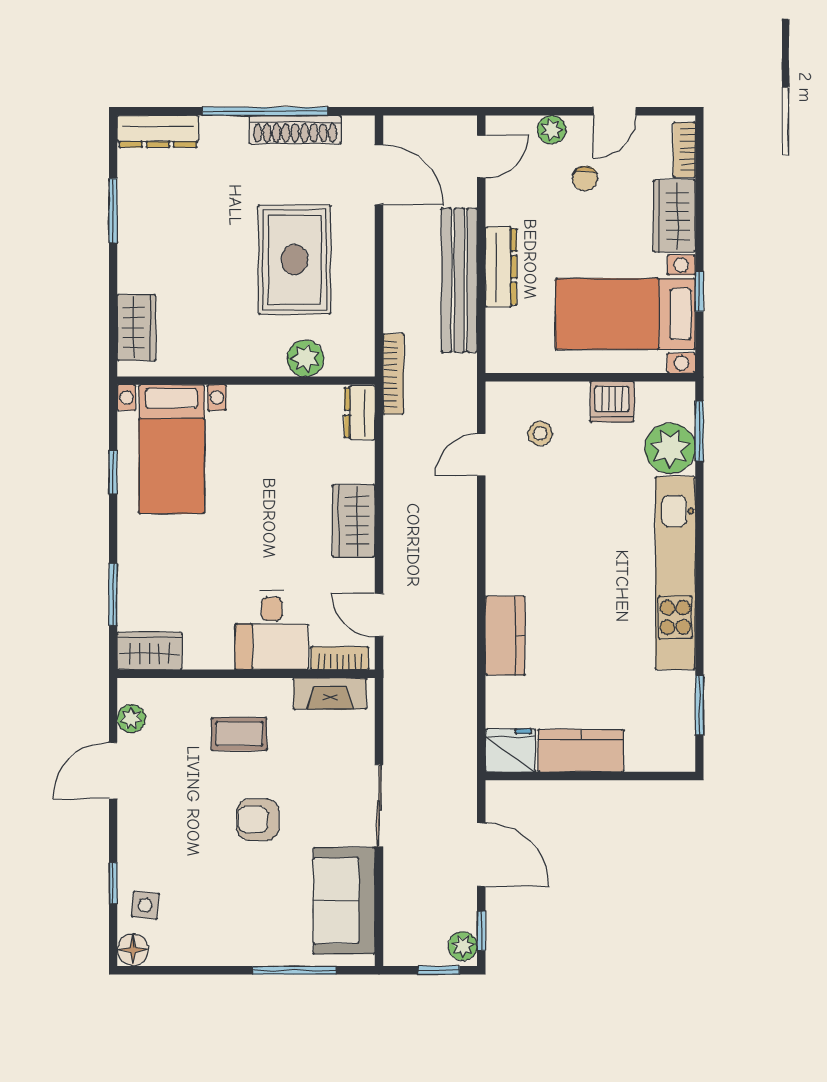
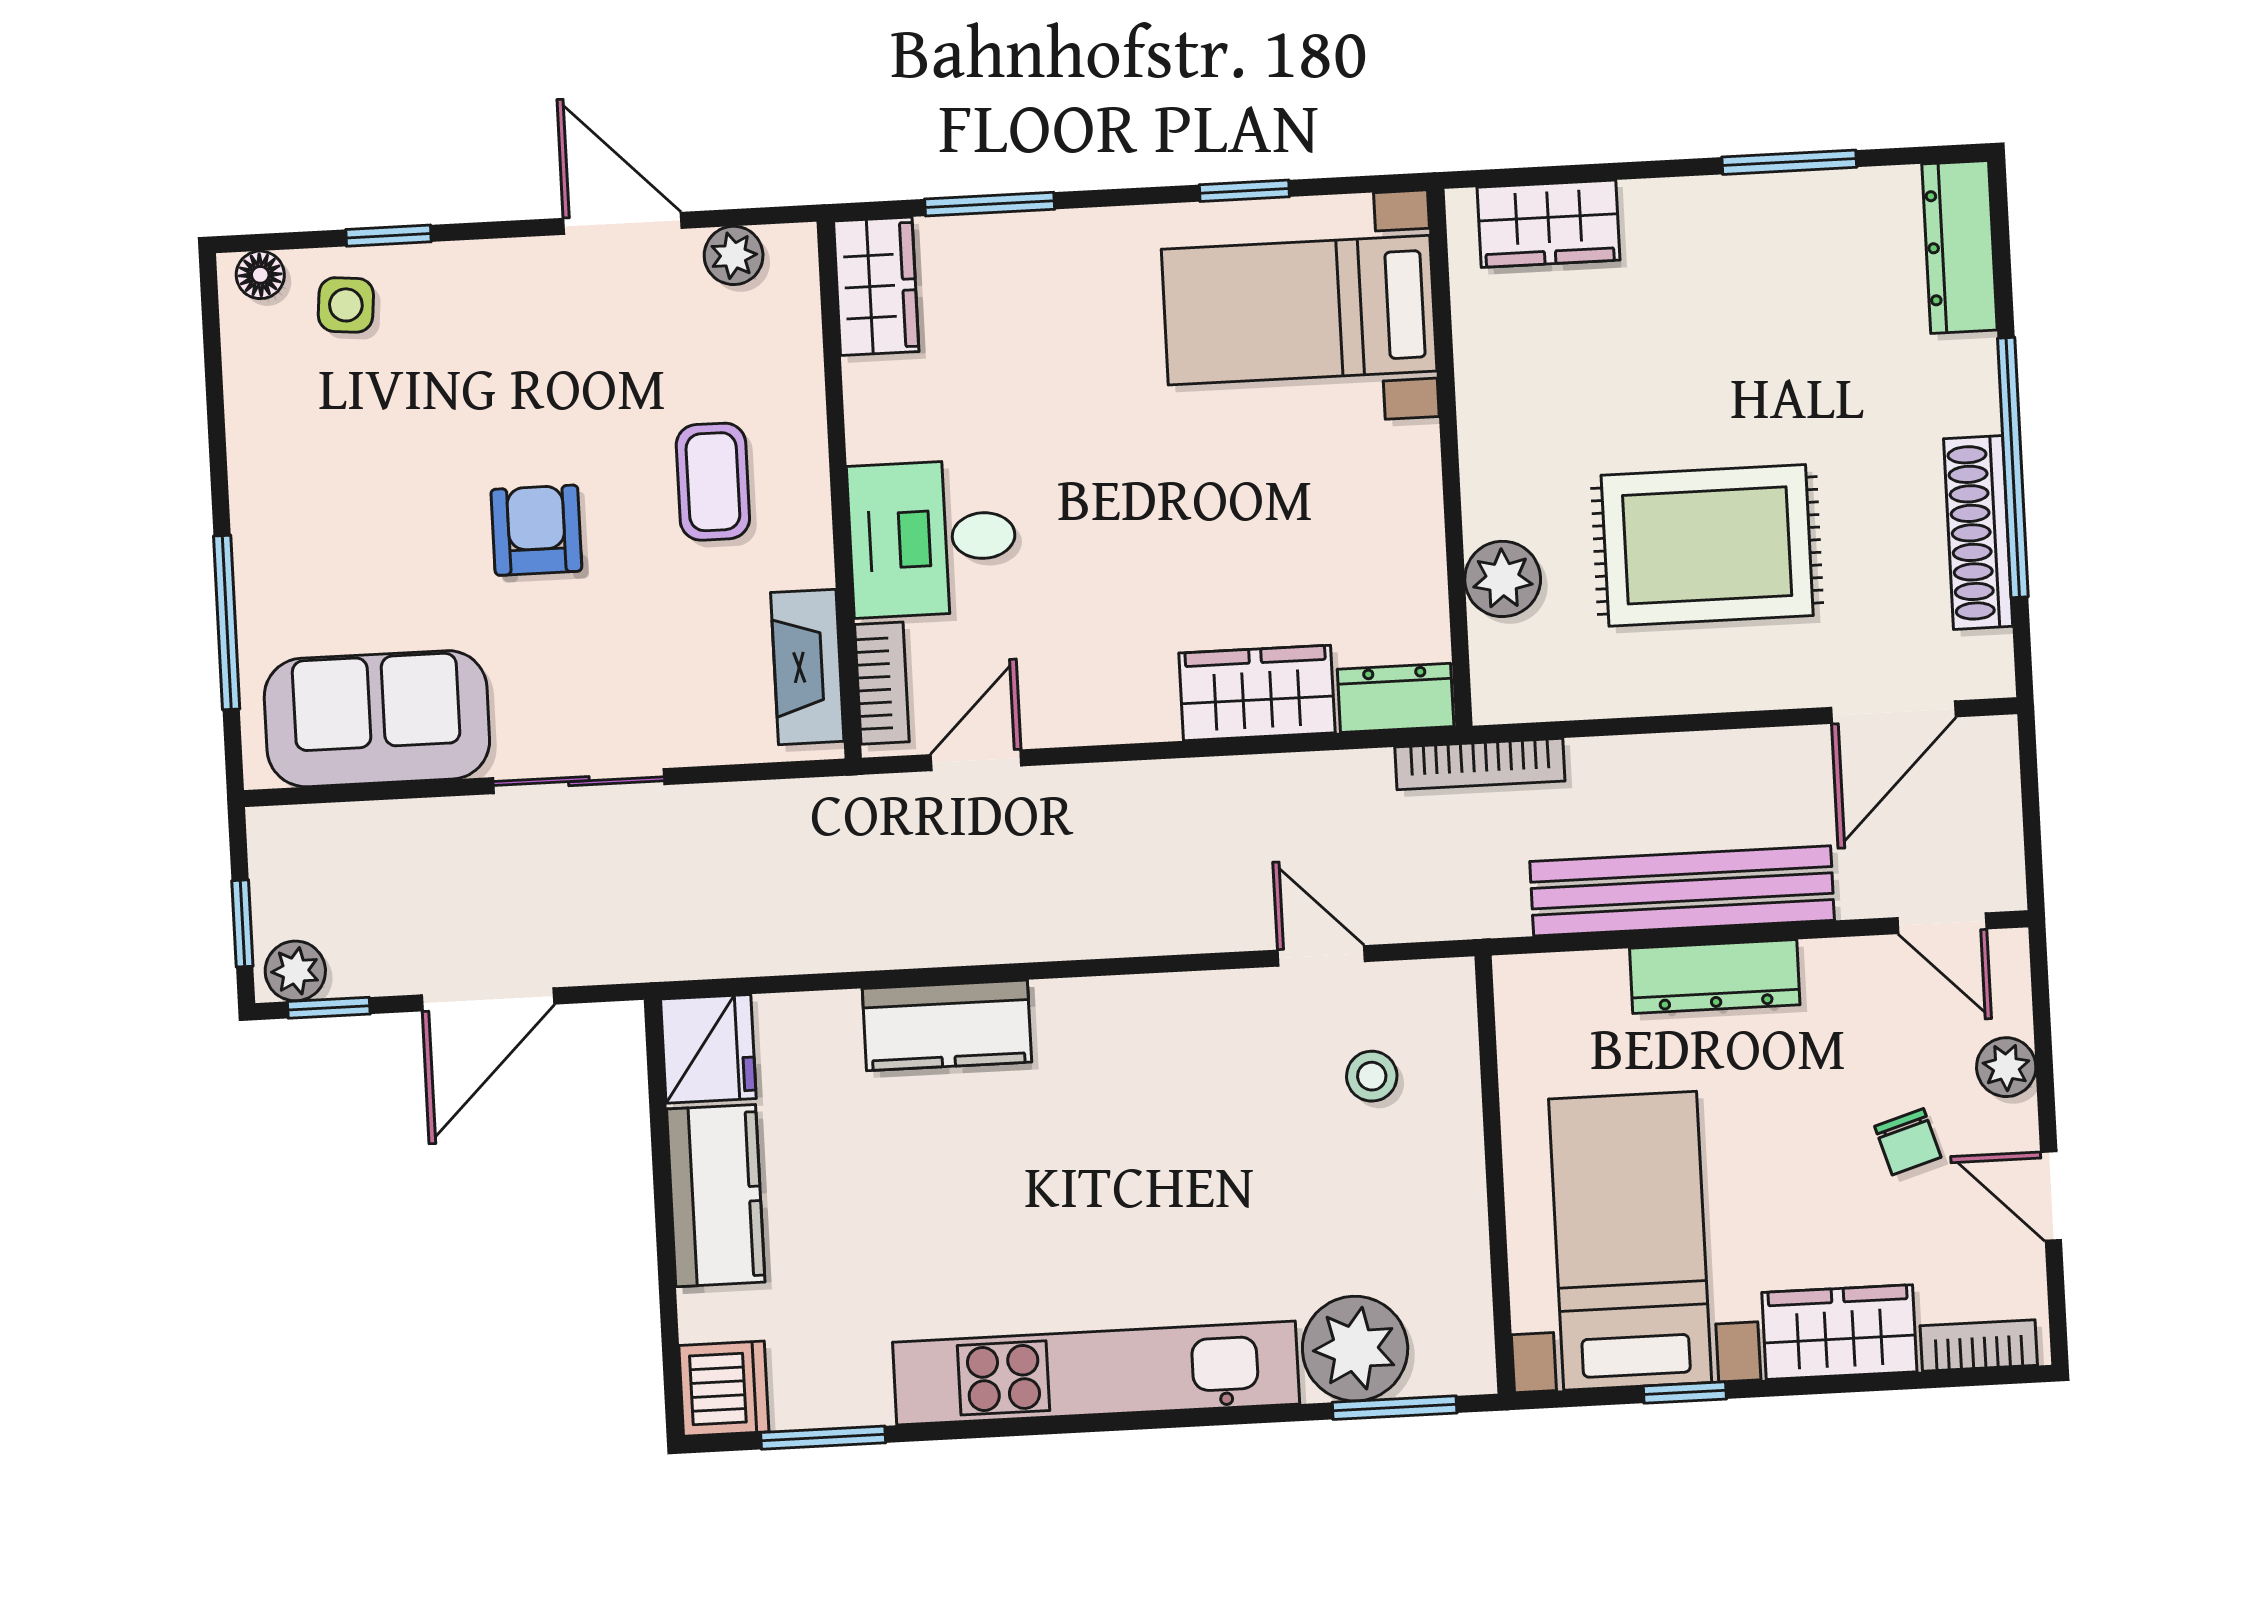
chair: (585, 179) -> (1908, 1142), turned -107
dishwasher: (612, 402) -> (724, 1389), moved, turned 180
wardrobe: (354, 521) -> (1257, 693), moved
floor lamp: (133, 950) -> (260, 275), width x0.73, depth x0.73

